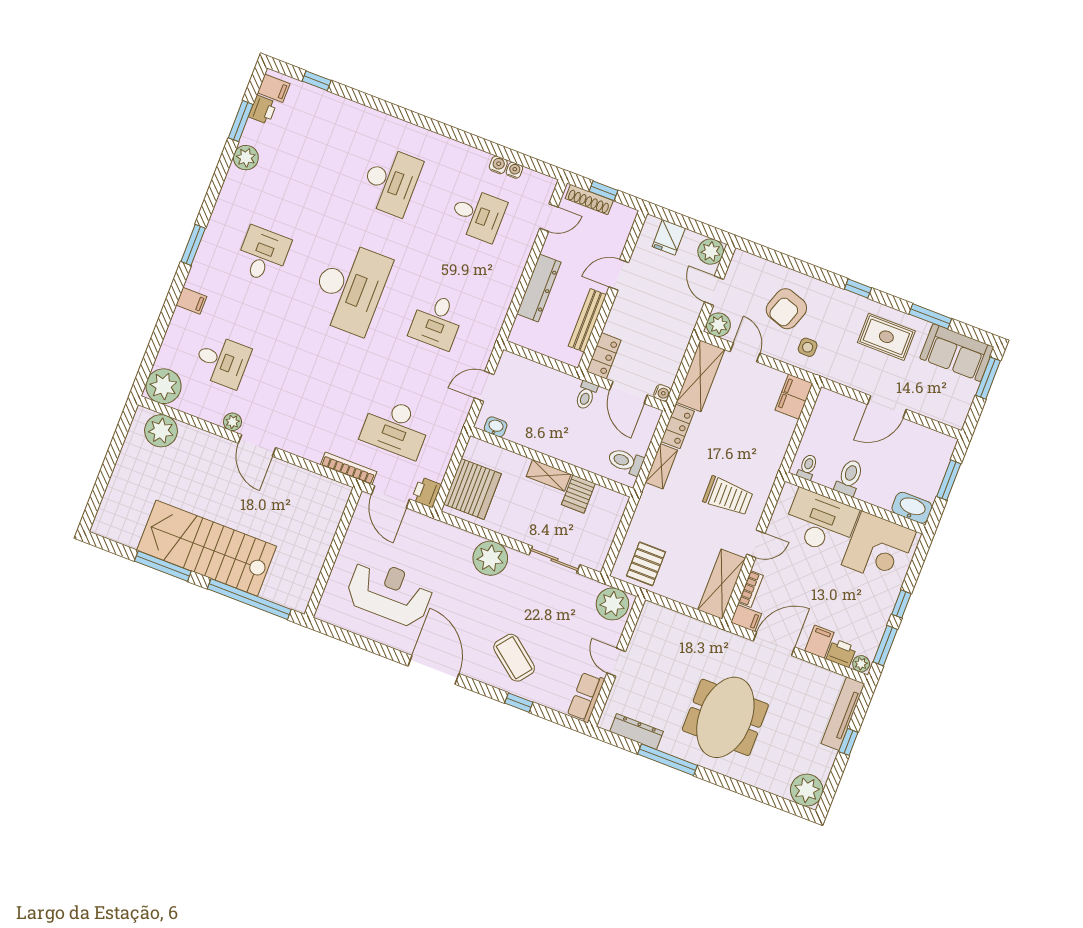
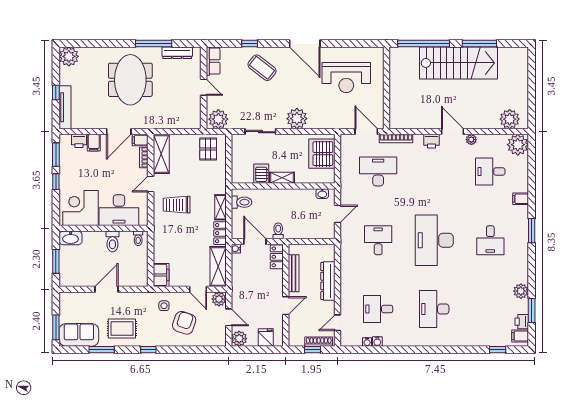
printer: (426, 492) -> (432, 141), moved, turned 90
plant: (861, 664) -> (66, 139), removed

